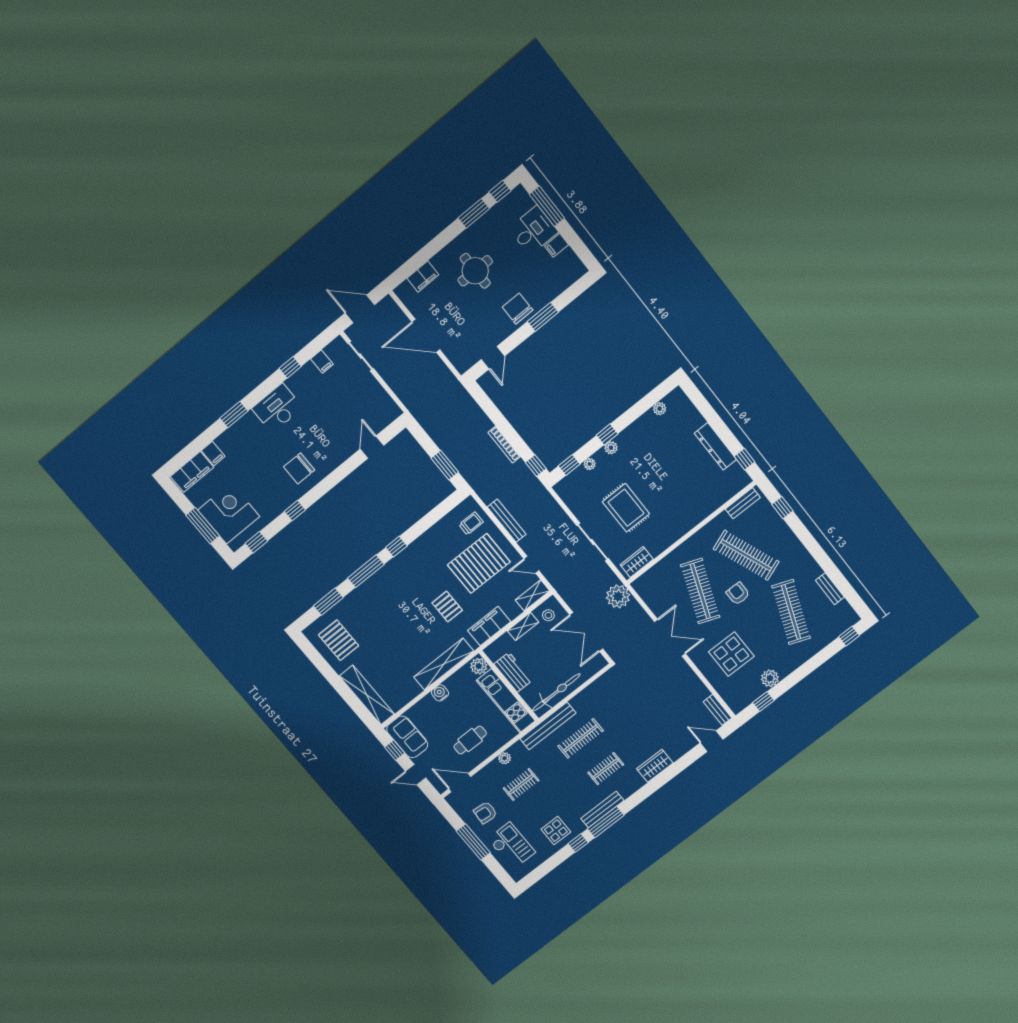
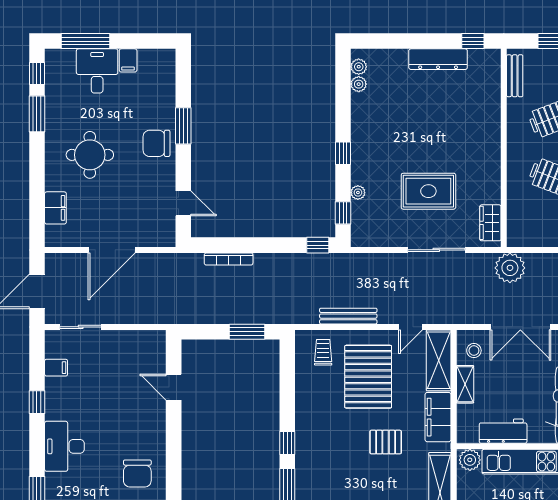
bookcase: (504, 445) -> (229, 259), moved
plant: (611, 448) -> (359, 67), moved
shelving: (532, 595) -> (439, 360), width x1.50, depth x1.33

